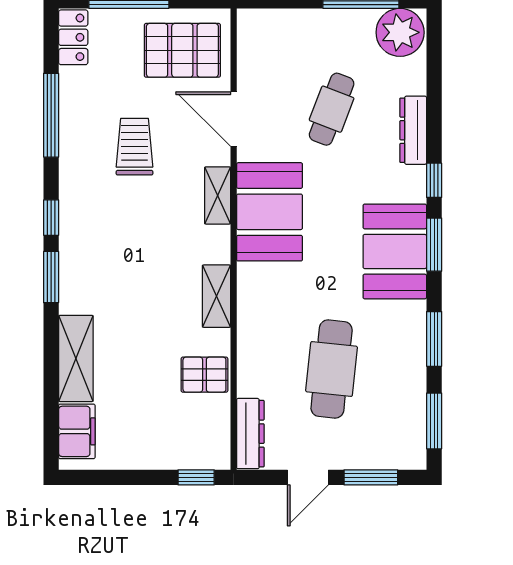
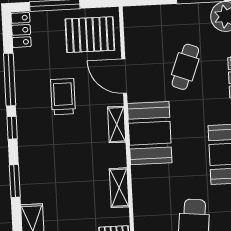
window: (51, 218) -> (12, 128), moved

